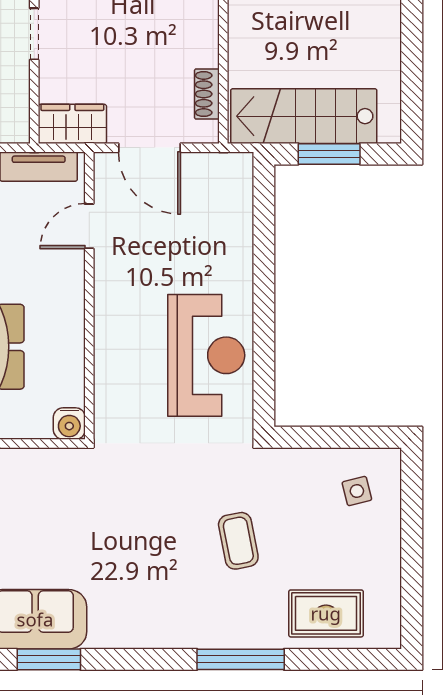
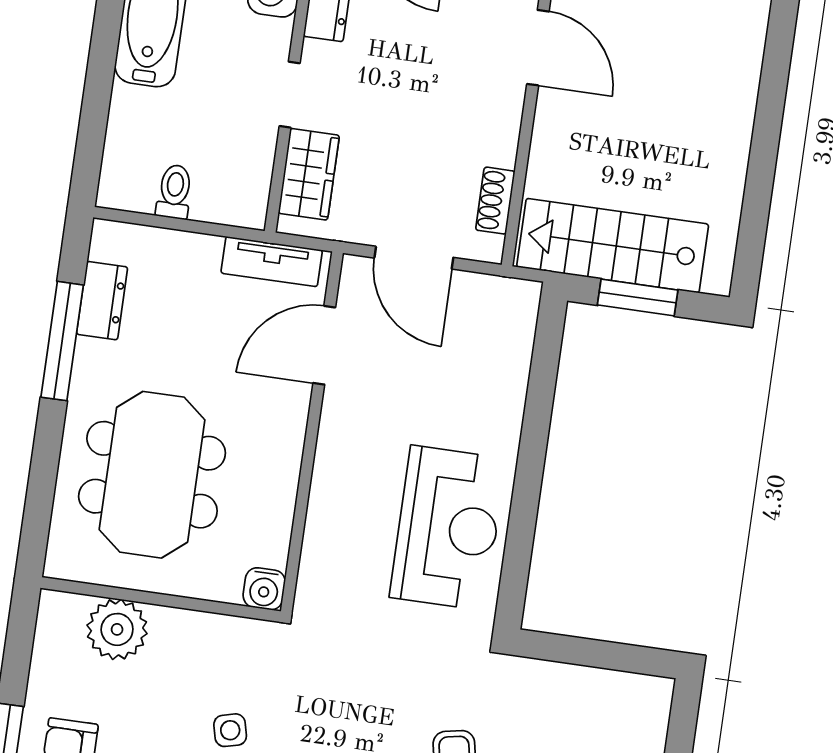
wardrobe: (72, 124) -> (309, 174), moved, turned 90
door: (89, 226) -> (324, 345), width x1.38
side table: (357, 491) -> (230, 730), moved

